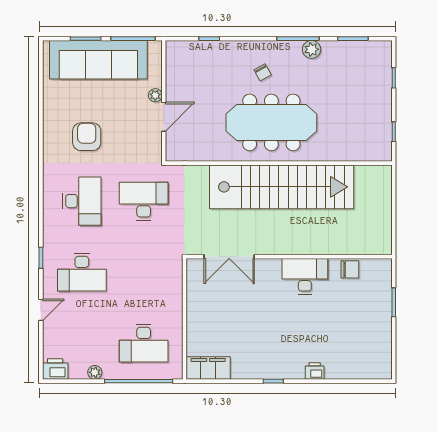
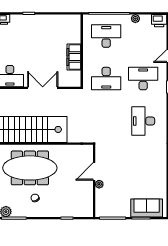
sofa: (98, 60) -> (147, 208), width x0.54, depth x0.79
armchair: (87, 137) -> (140, 159), removed
desk: (144, 201) -> (106, 79), moved
double door: (229, 257) -> (43, 88), moved
filing cabinet: (208, 368) -> (74, 57), moved, turned 90

